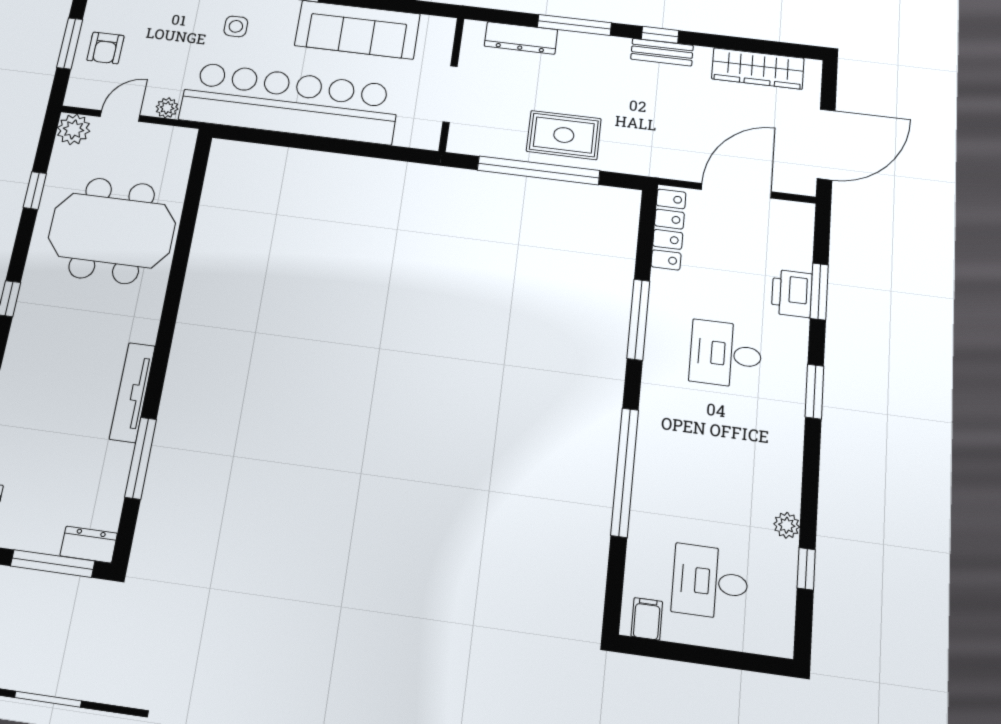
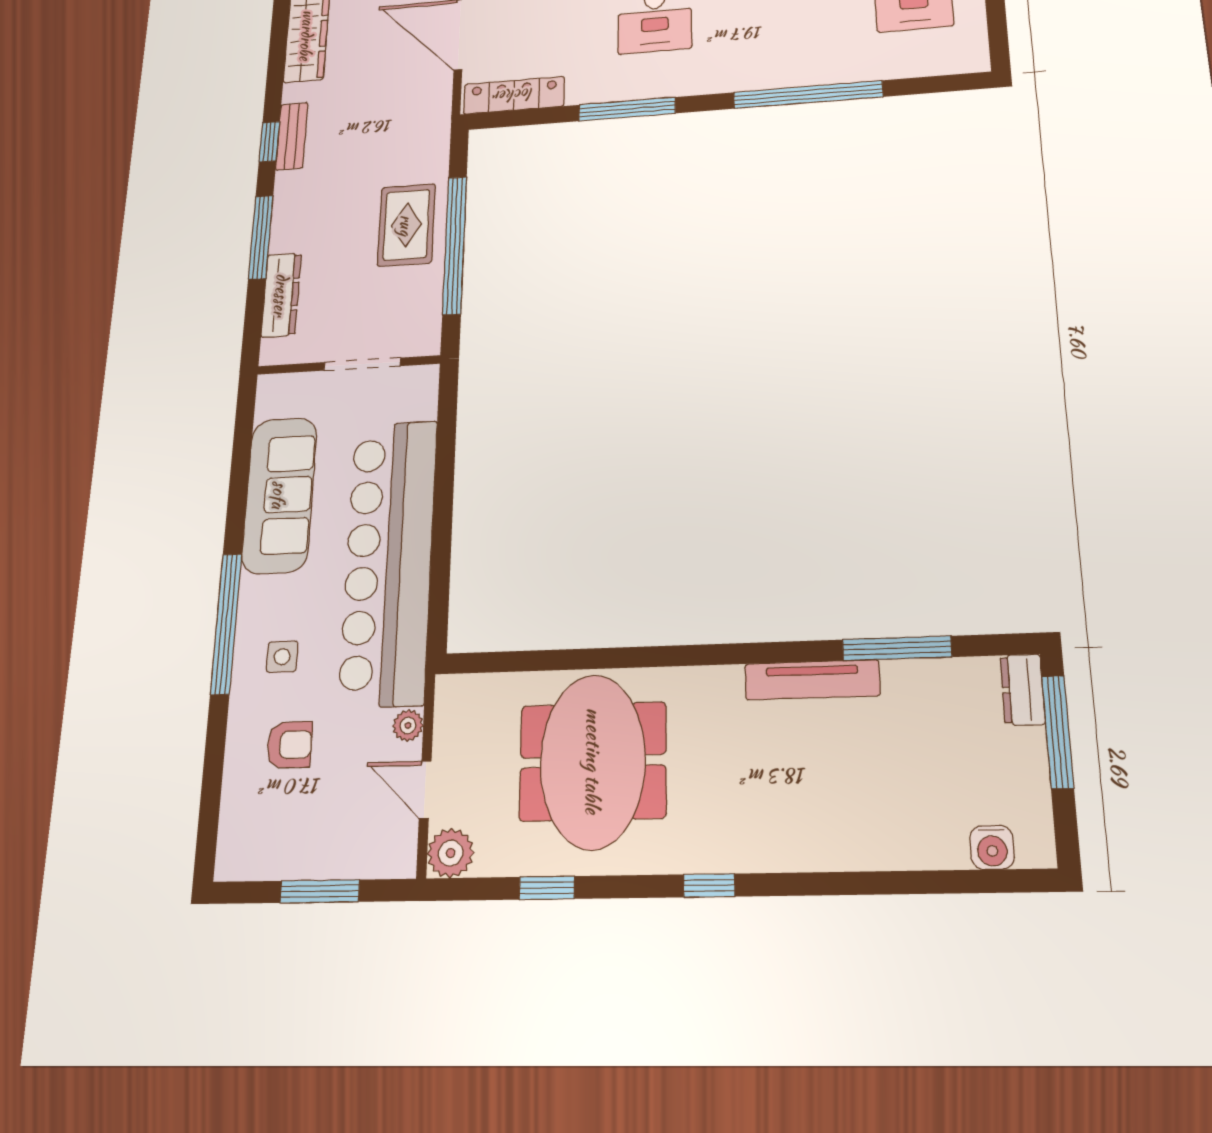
armchair: (105, 48) -> (289, 745), moved
filing cabinet: (647, 619) -> (967, 47), removed

